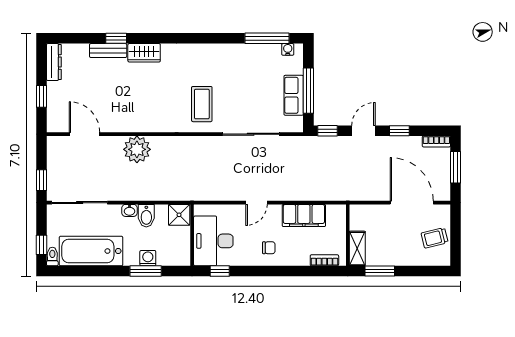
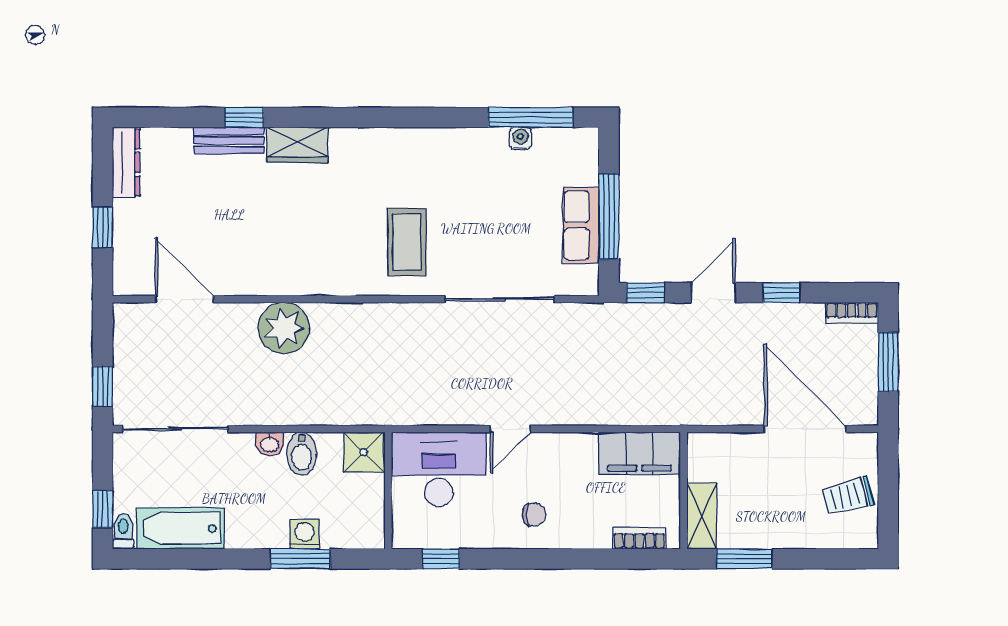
water cooler: (288, 49) -> (520, 138), moved
filing cabinet: (304, 215) -> (639, 453), moved
desk: (213, 241) -> (439, 469), moved, turned 90
bathtub: (91, 251) -> (181, 528), width x0.73, depth x0.73

